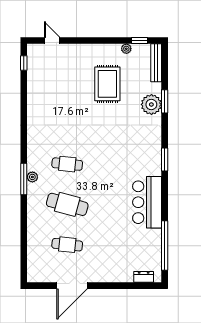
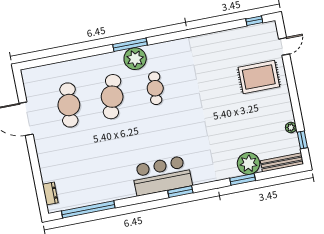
rug: (107, 84) -> (259, 77), moved
plant: (151, 104) -> (248, 163), moved
plant: (32, 177) -> (135, 59), width x1.87, depth x1.87
bar counter: (147, 202) -> (162, 176), moved
cafe table: (67, 245) -> (69, 105), width x1.37, depth x1.35

